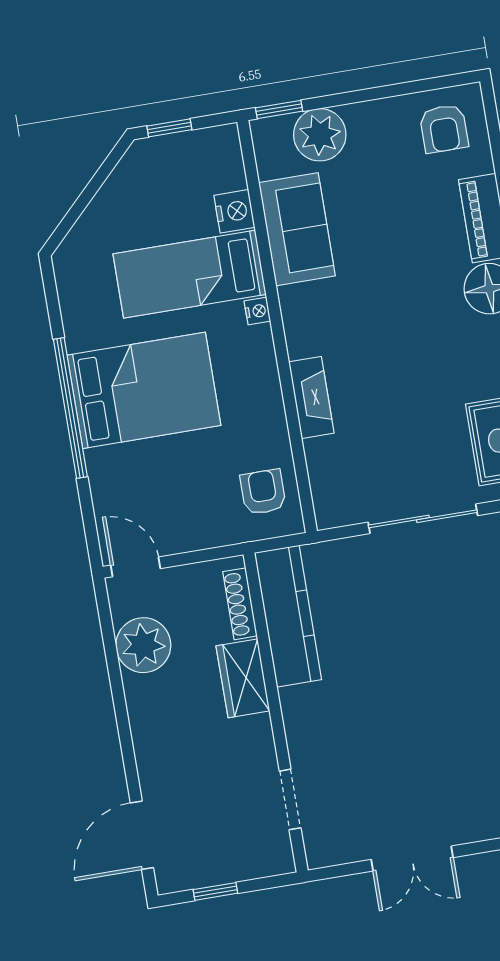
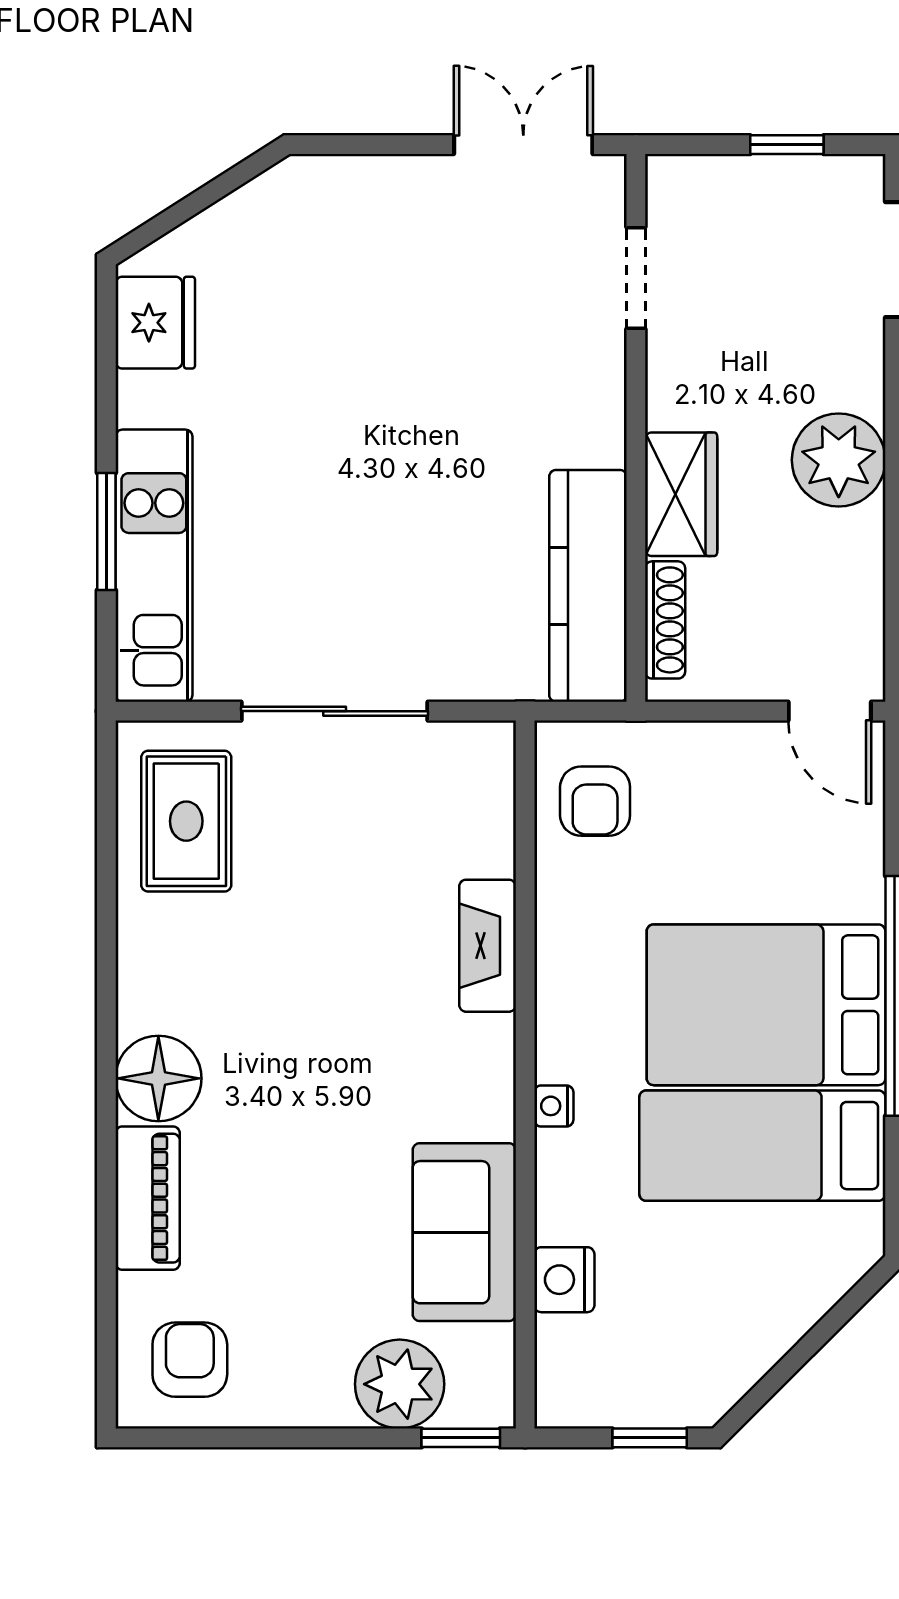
bed: (189, 274) -> (762, 1146), moved, turned 180
plant: (143, 645) -> (839, 460), moved
double door: (412, 859) -> (523, 145), moved

